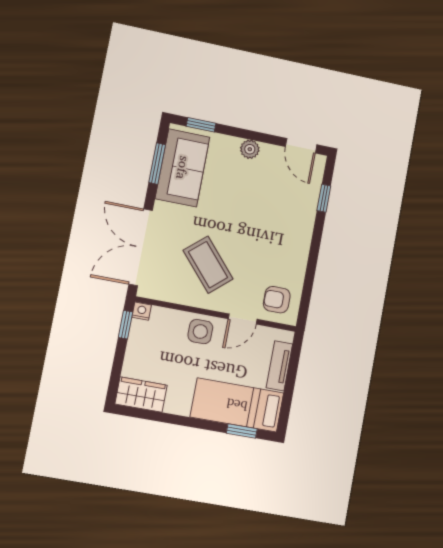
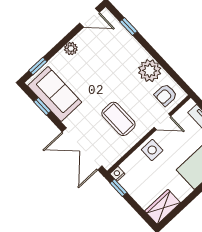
window: (157, 164) -> (42, 106), width x0.67
plant: (291, 260) -> (150, 71), added
coffee table: (208, 265) -> (118, 119), turned 41
door: (243, 319) -> (162, 122), hinge flipped

